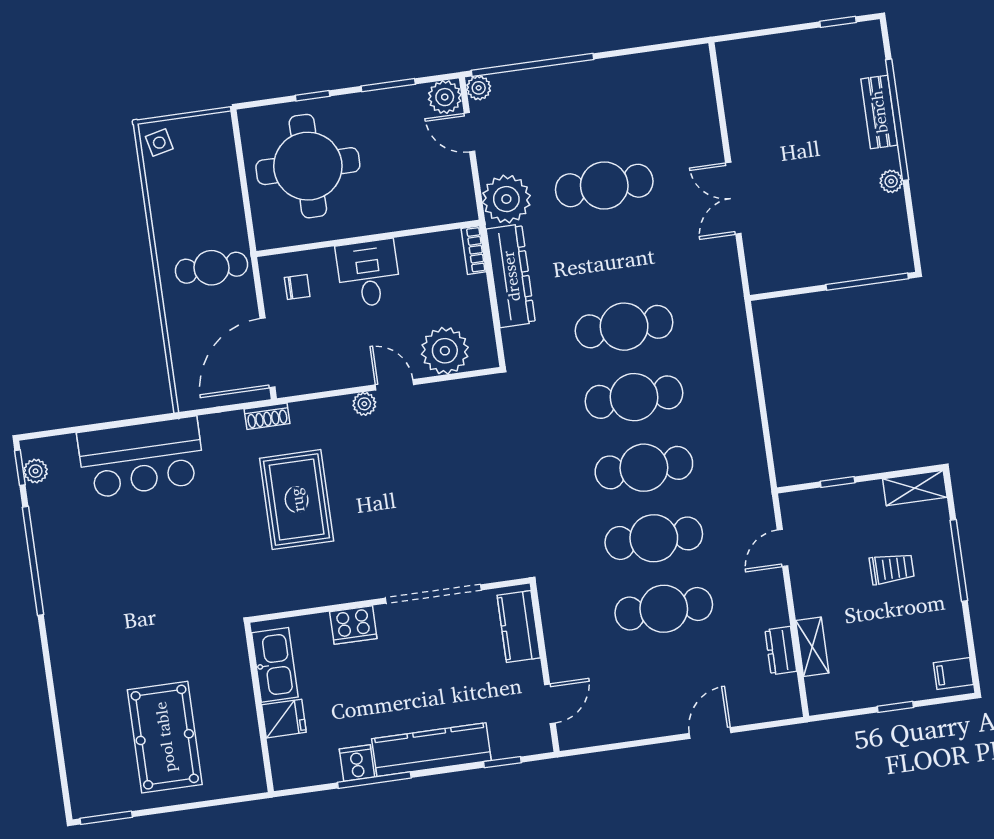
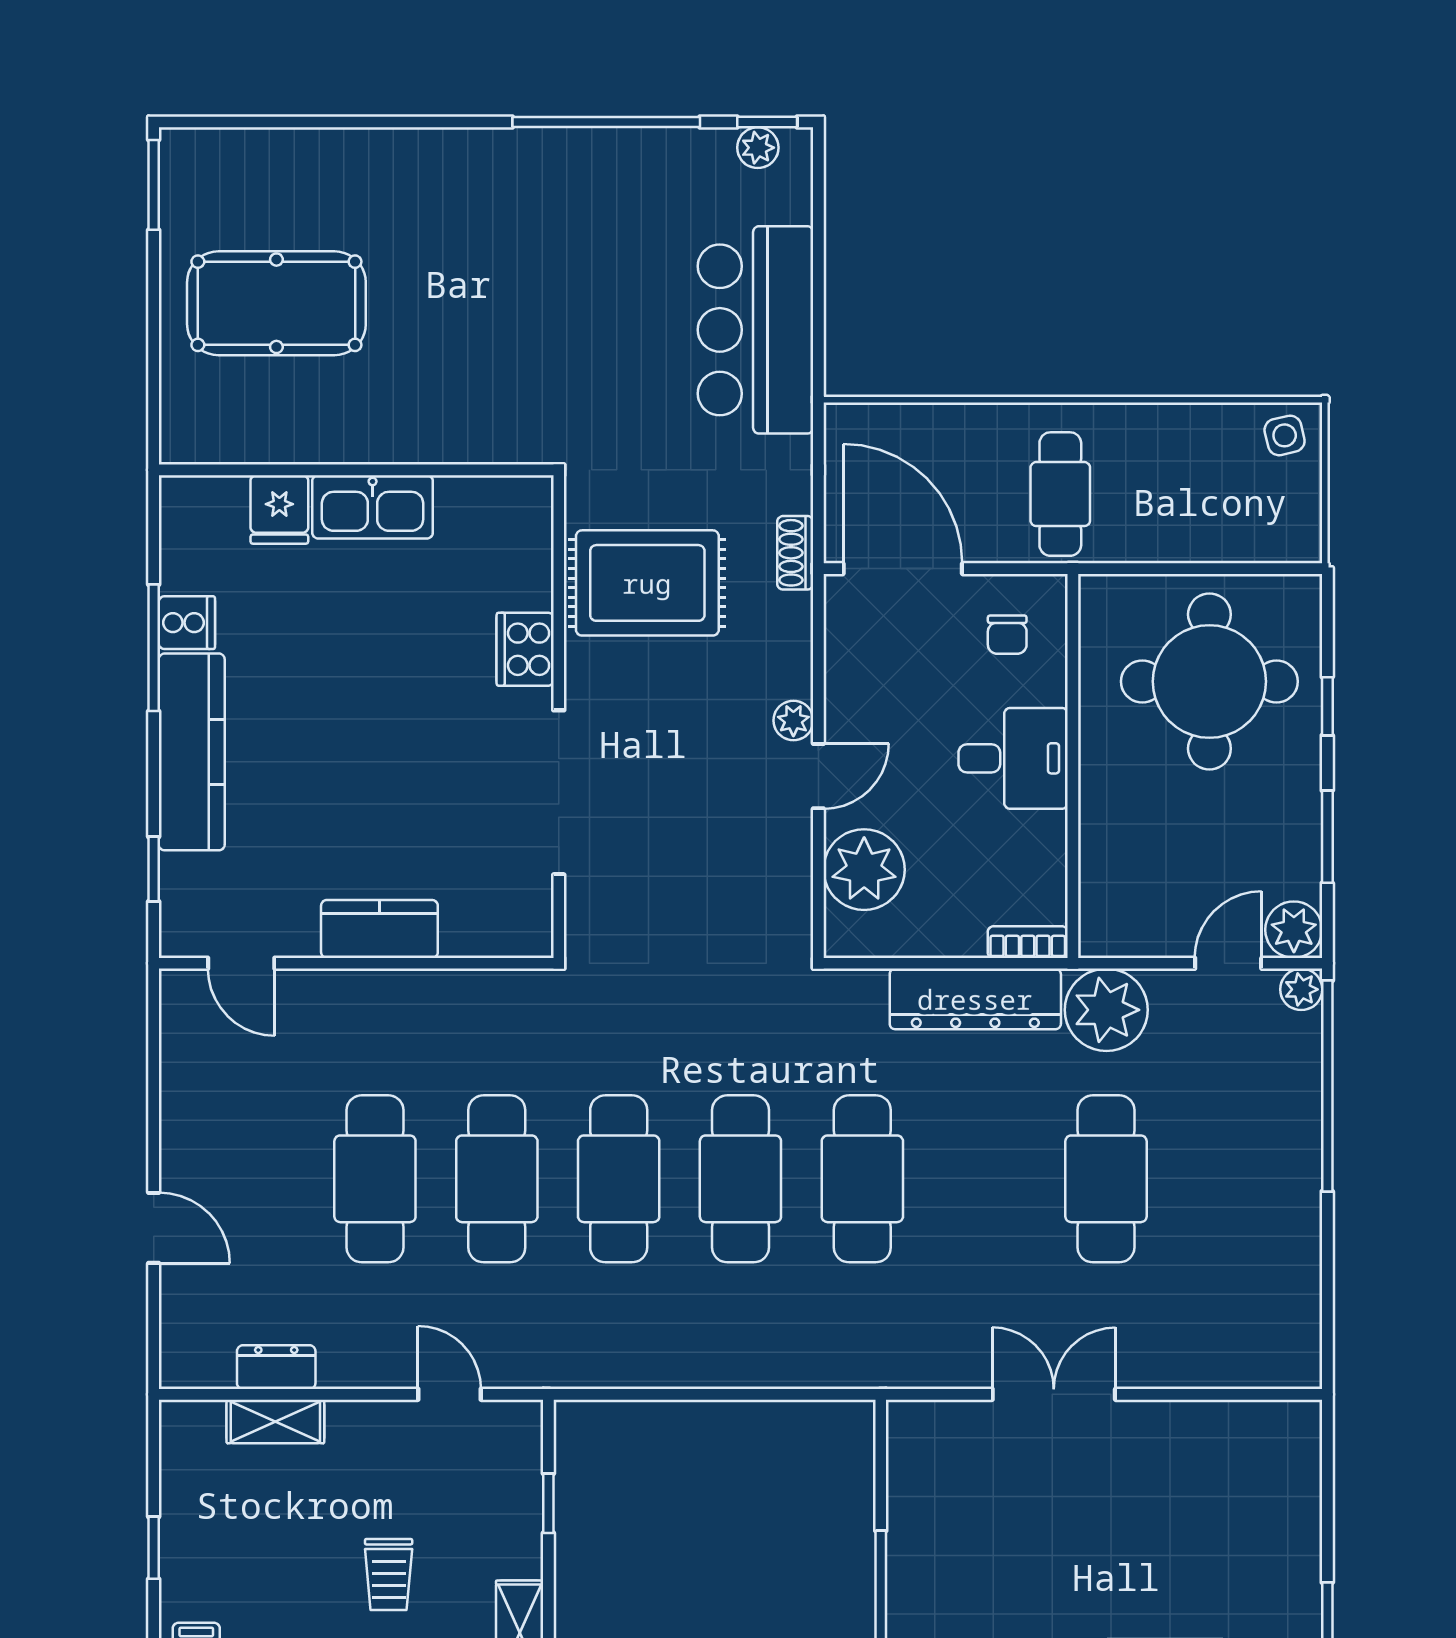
doorway: (433, 594) -> (559, 792), moved
wall: (390, 600) -> (559, 717), moved
cooker: (353, 625) -> (525, 649), moved

